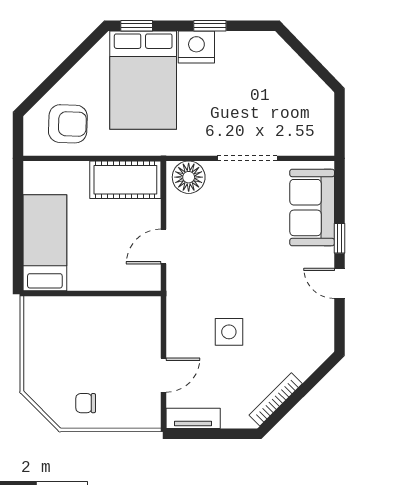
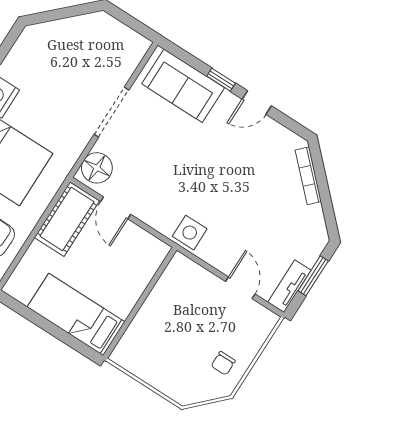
door: (163, 247) -> (116, 208), moved
side table: (229, 332) -> (190, 233), moved
bookcase: (276, 399) -> (308, 176), moved
window: (216, 434) -> (313, 276), added

